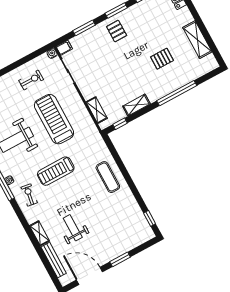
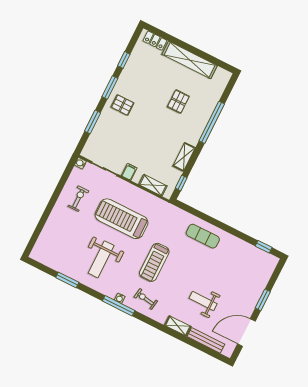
shelving: (197, 40) -> (190, 60), width x1.47
filing cabinet: (64, 48) -> (129, 172), moved

